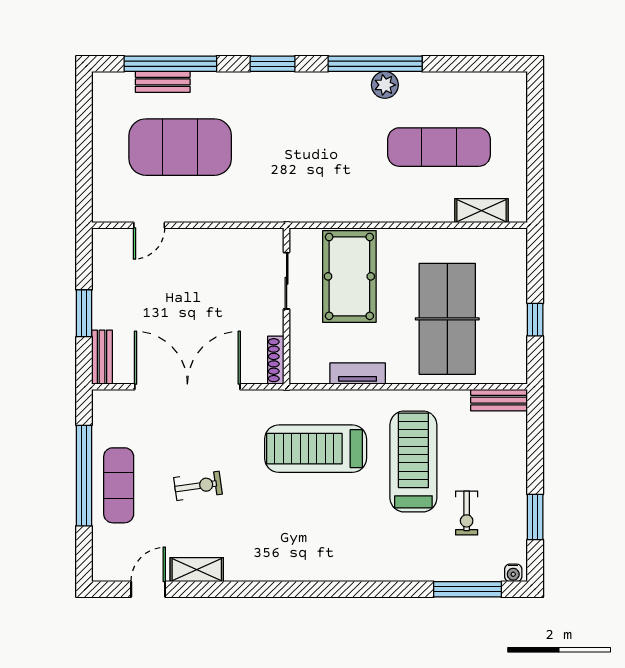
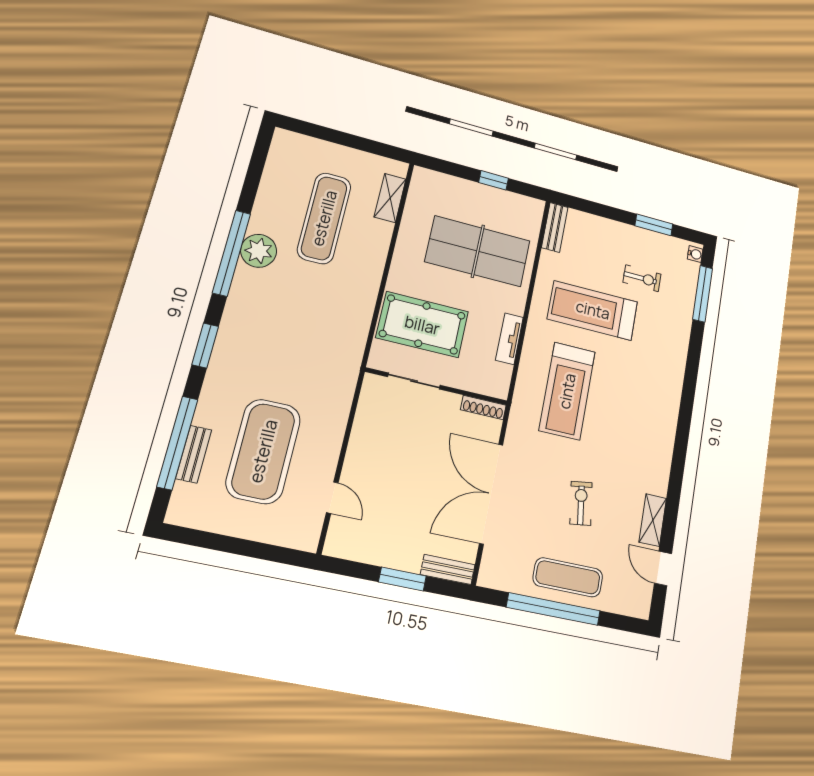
plant: (385, 85) -> (259, 251), width x1.36, depth x1.36

